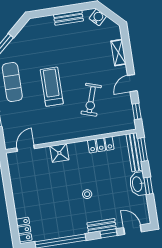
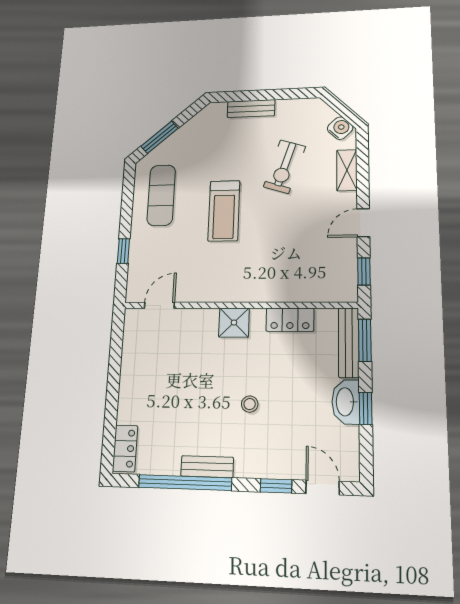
water cooler: (98, 17) -> (340, 128), moved
bench: (68, 18) -> (251, 109), moved
treadmill: (52, 87) -> (224, 211), turned 180
exercise bike: (91, 100) -> (285, 167), moved
shower: (59, 153) -> (234, 323), moved
bench: (102, 226) -> (207, 467), moved

